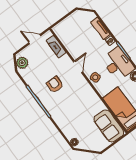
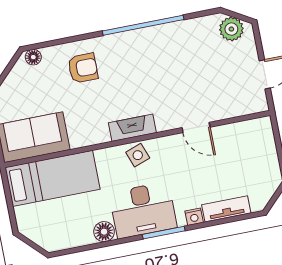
fireplace: (56, 47) -> (132, 128), moved
door: (78, 67) -> (196, 127), moved
armchair: (55, 85) -> (83, 68), moved

